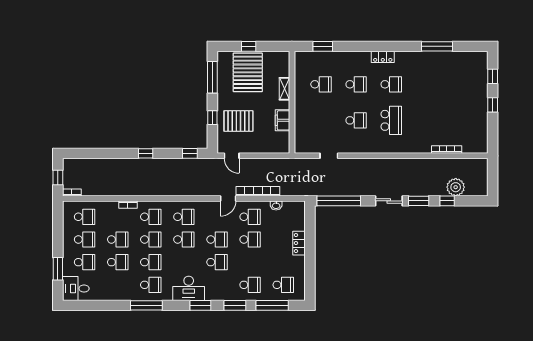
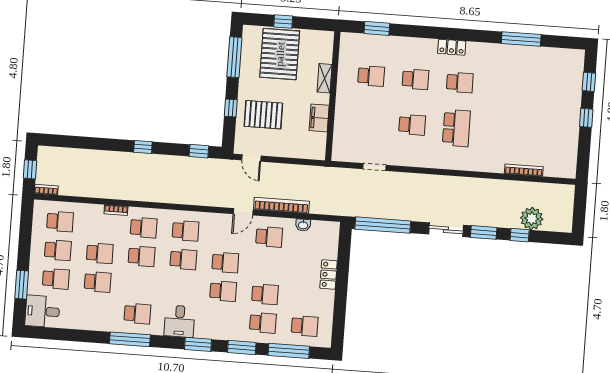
school desk: (250, 239) -> (265, 294), moved
school desk: (151, 262) -> (139, 285), removed
desk: (189, 288) -> (180, 321), width x0.73

